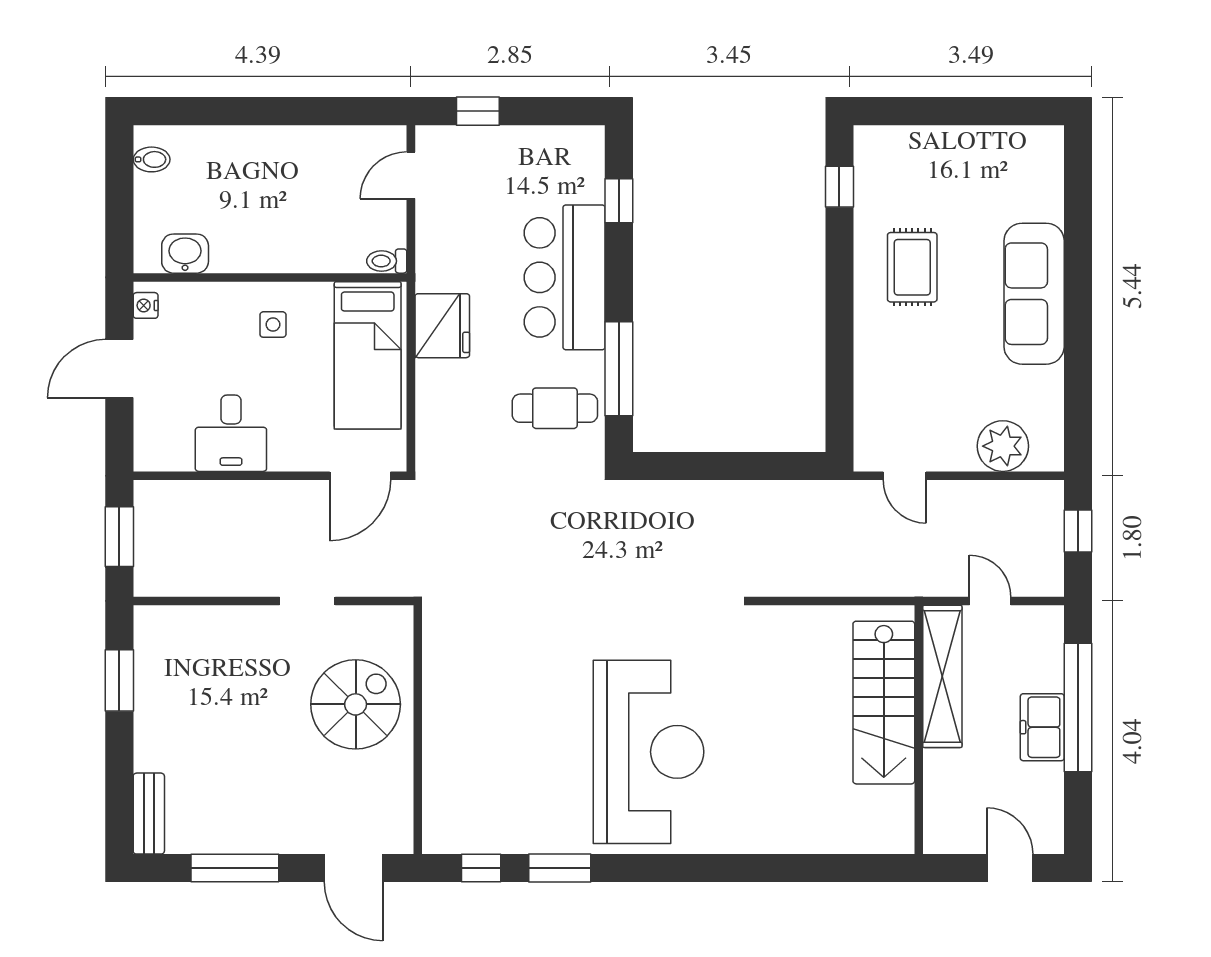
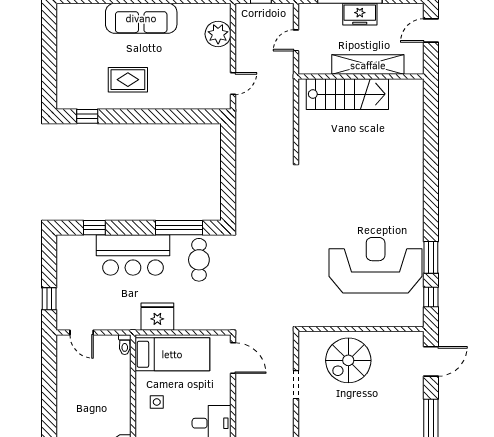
shelving: (942, 676) -> (368, 65), moved
spiral stairs: (356, 704) -> (348, 360), turned -90
reception desk: (649, 752) -> (376, 265), moved

